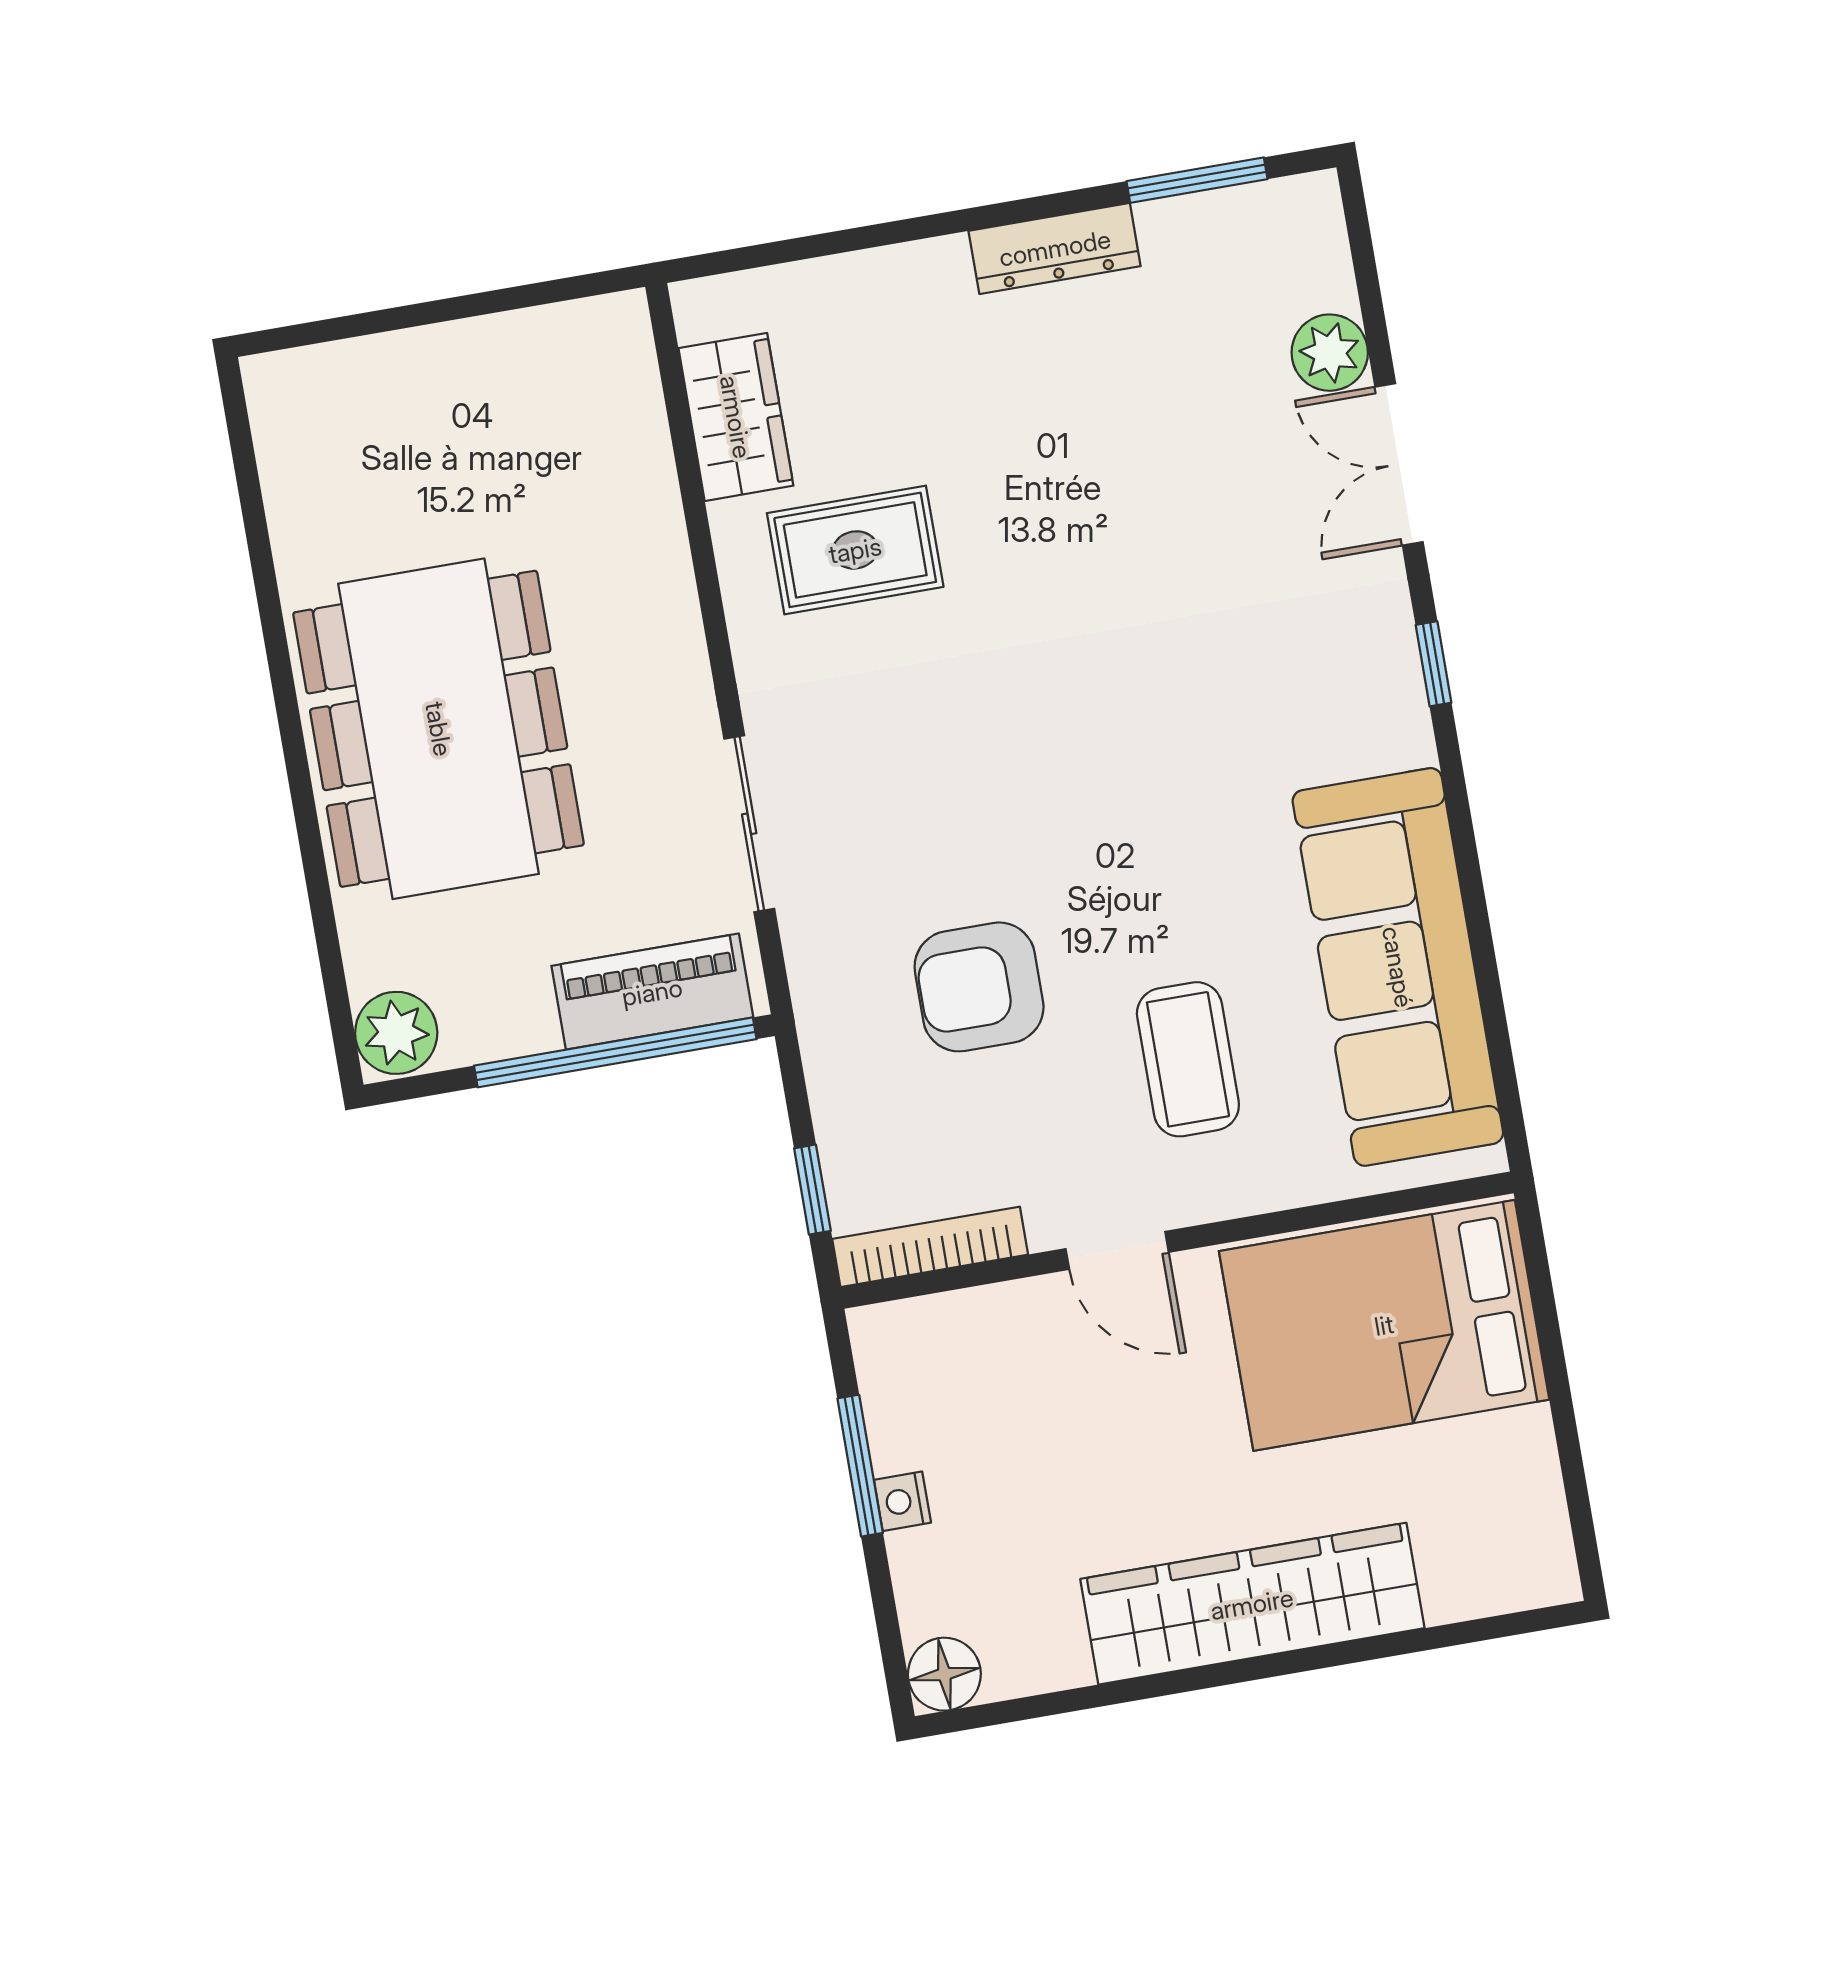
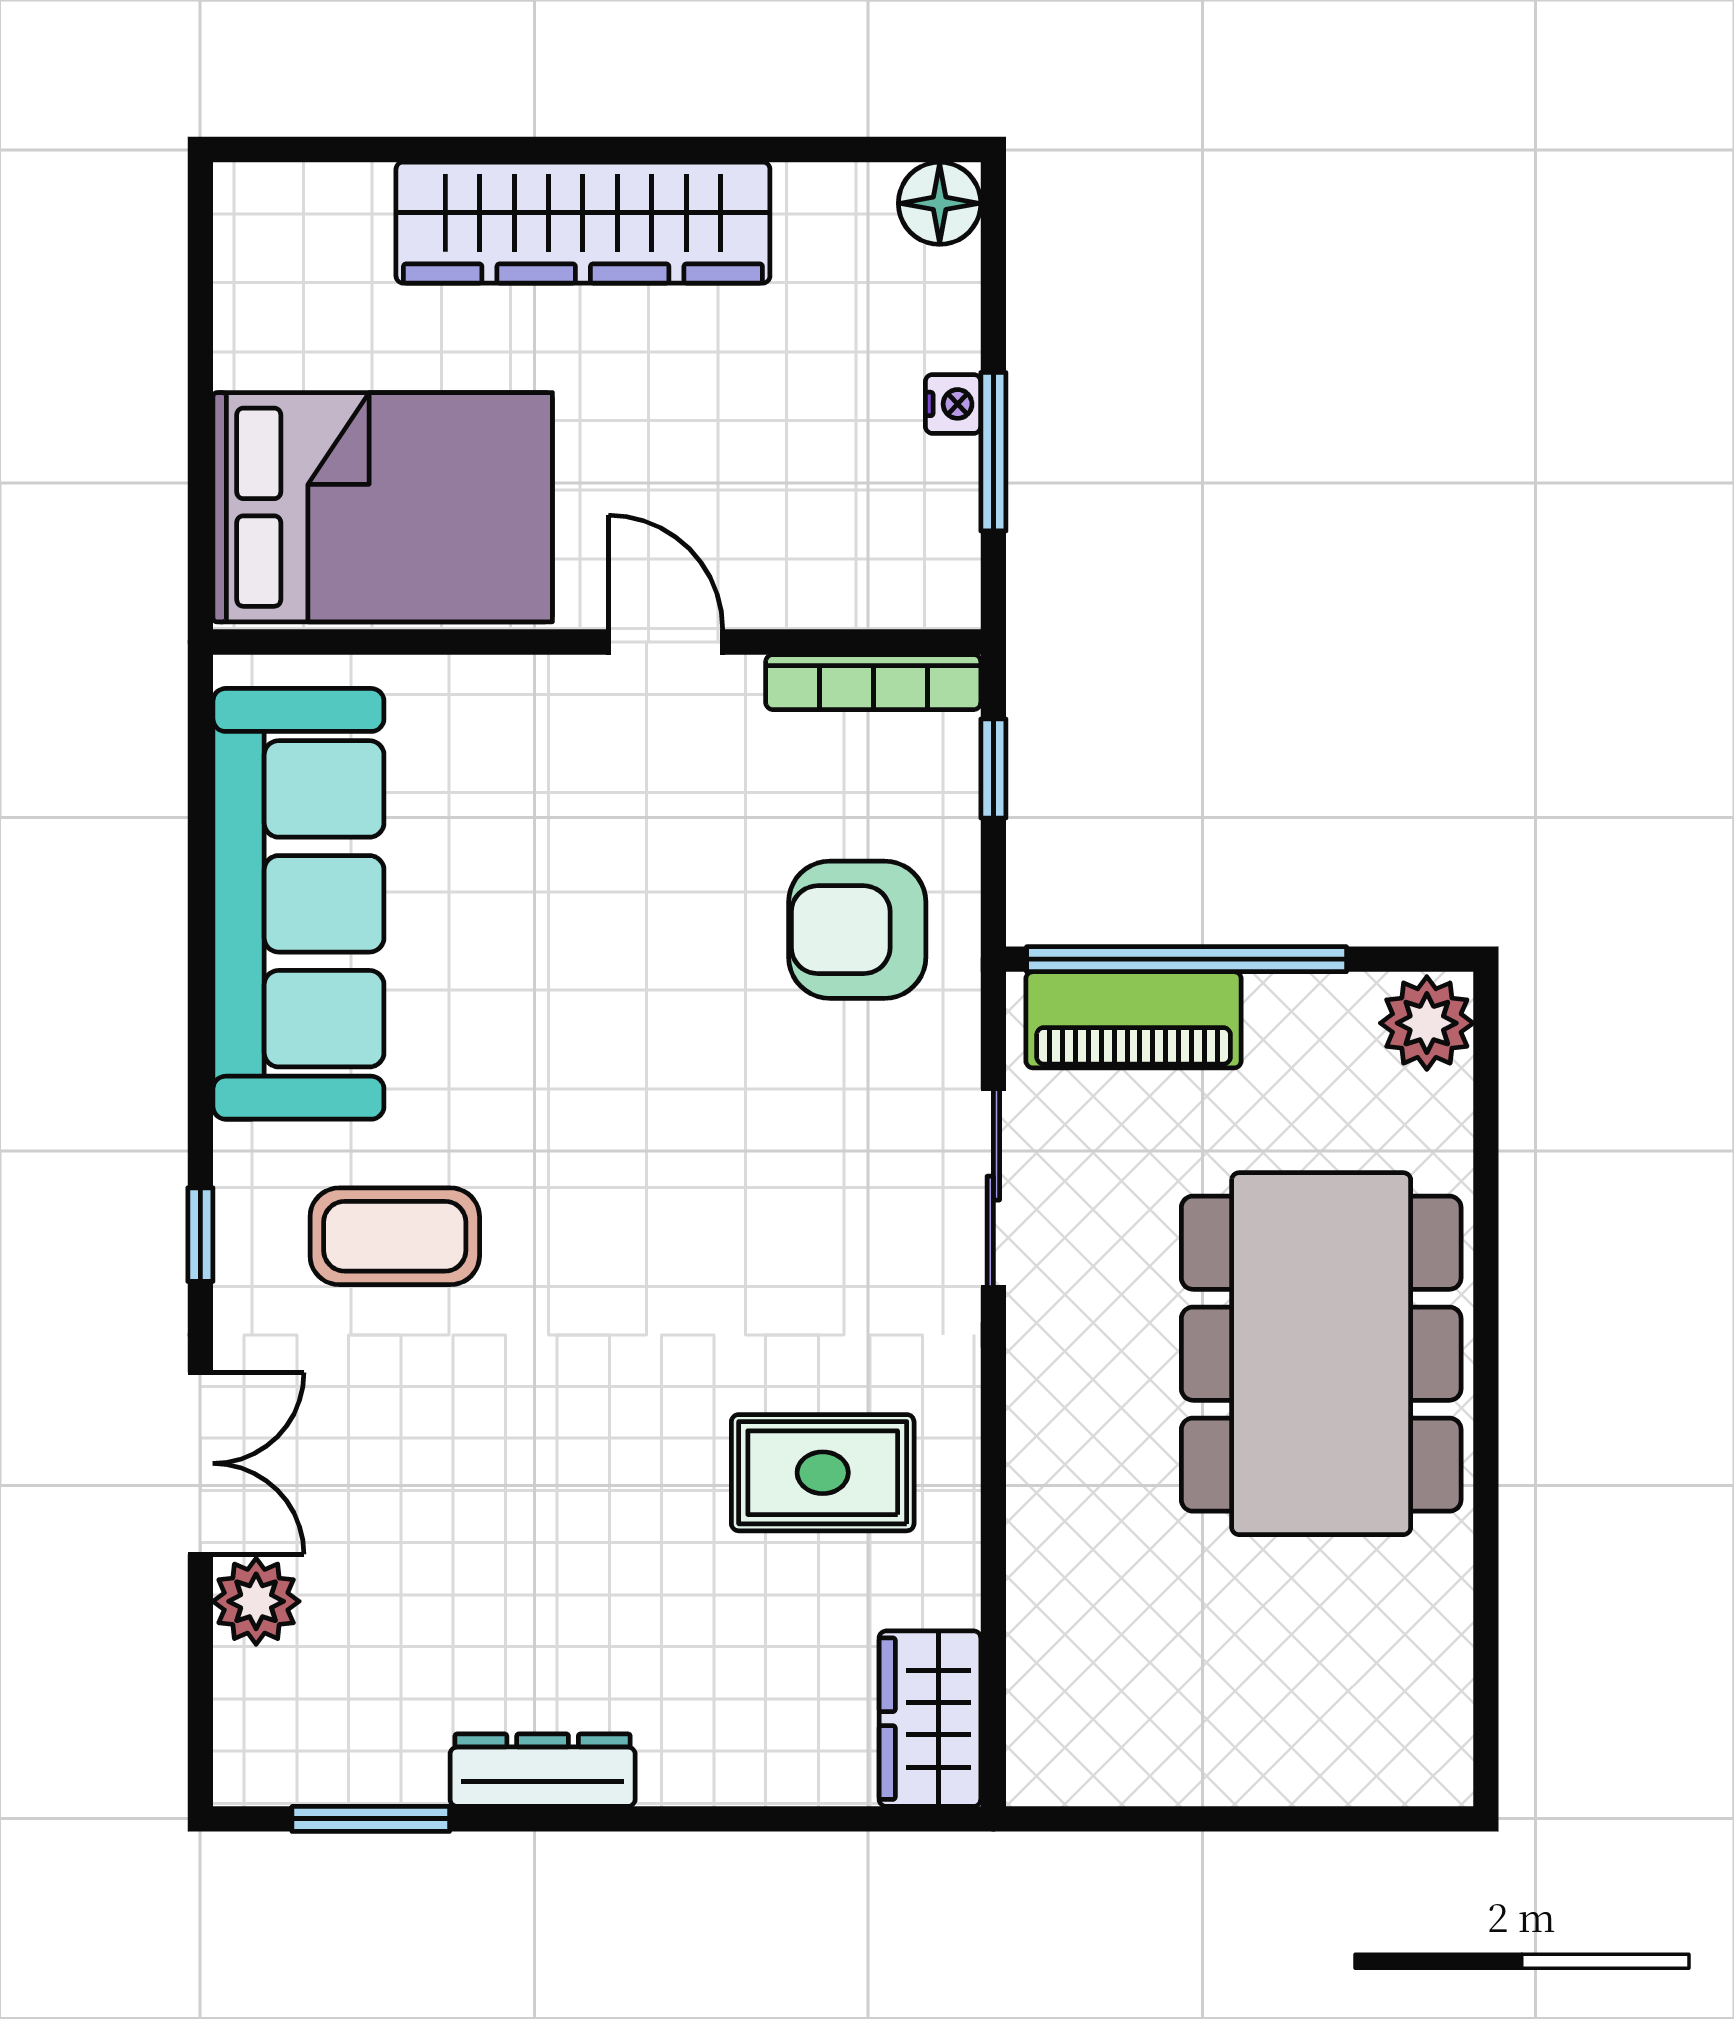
wardrobe: (736, 417) -> (930, 1719), moved
armchair: (979, 987) -> (857, 930), moved, turned 180
coffee table: (1188, 1059) -> (395, 1236), moved, turned 90

